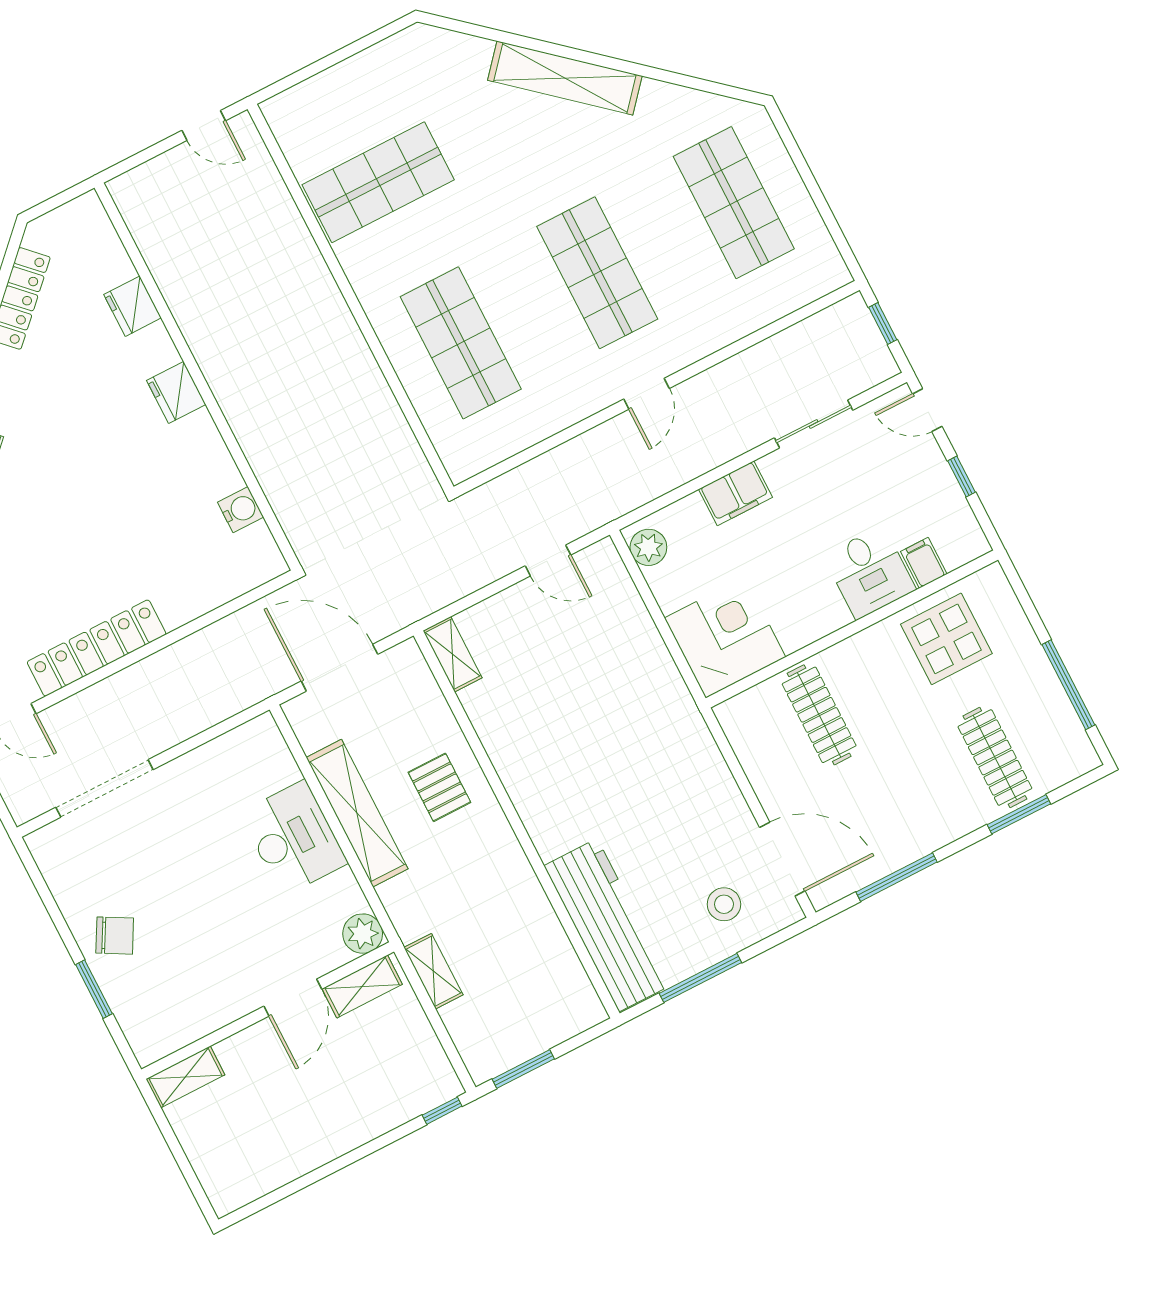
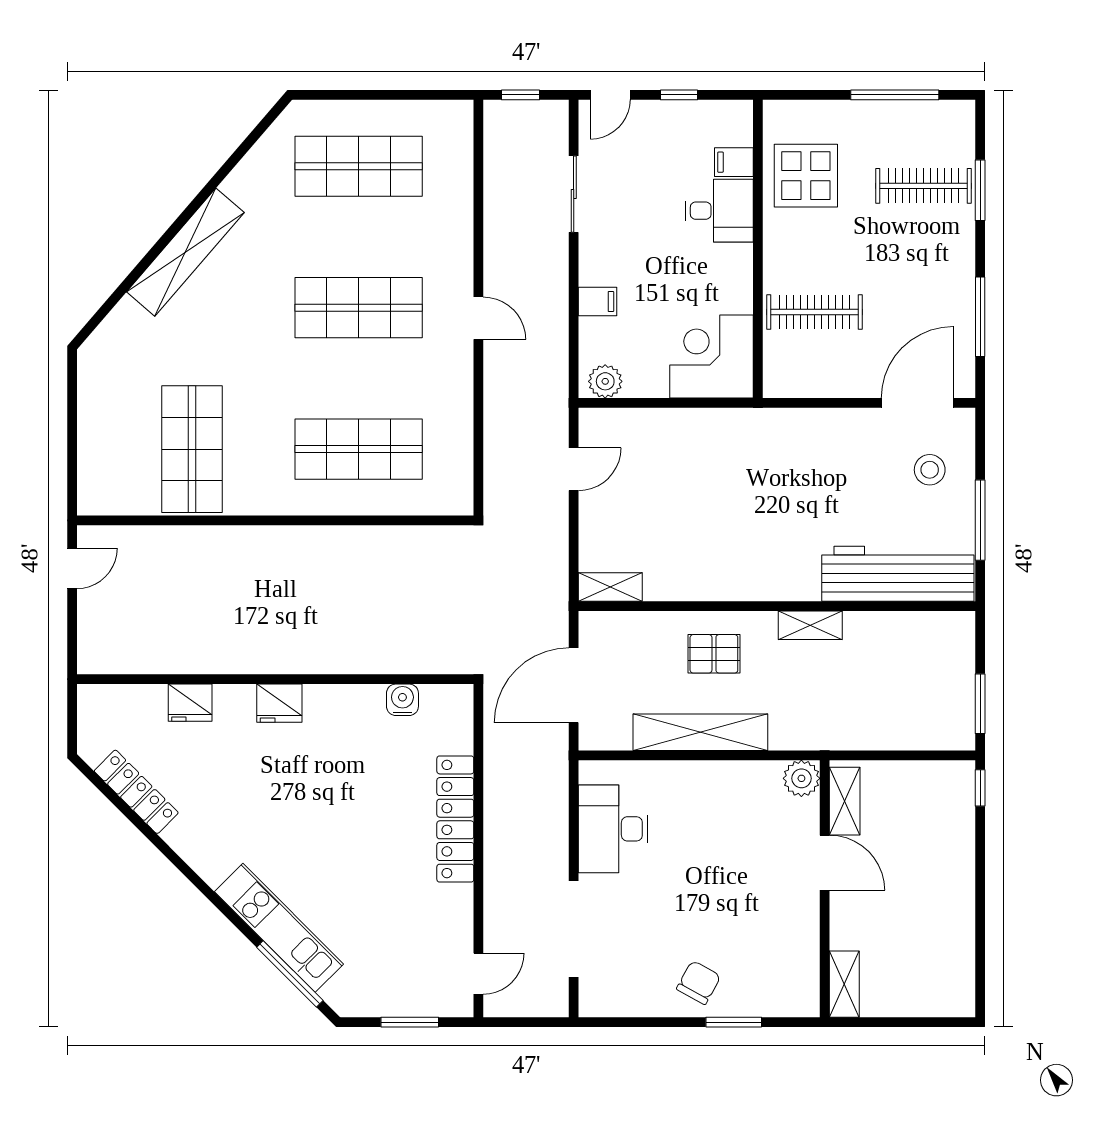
filing cabinet: (735, 493) -> (598, 301), width x0.50
locker: (97, 648) -> (455, 819), moved
desk: (294, 838) -> (613, 829), moved, turned -90
shelving: (433, 971) -> (810, 625), moved

